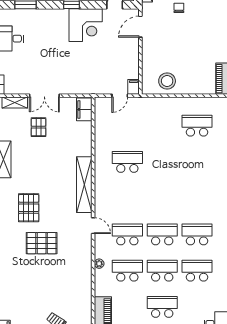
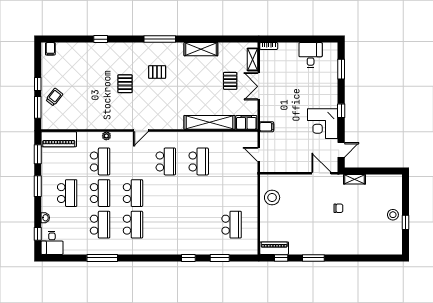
filing cabinet: (134, 87) -> (267, 127), moved
pallet: (38, 127) -> (230, 81), turned 90
shelving: (84, 185) -> (209, 122), moved
pallet: (29, 208) -> (157, 72), width x0.67, depth x0.71
school desk: (127, 234) -> (166, 161), moved
pallet: (42, 243) -> (125, 84), width x0.67, depth x0.71

